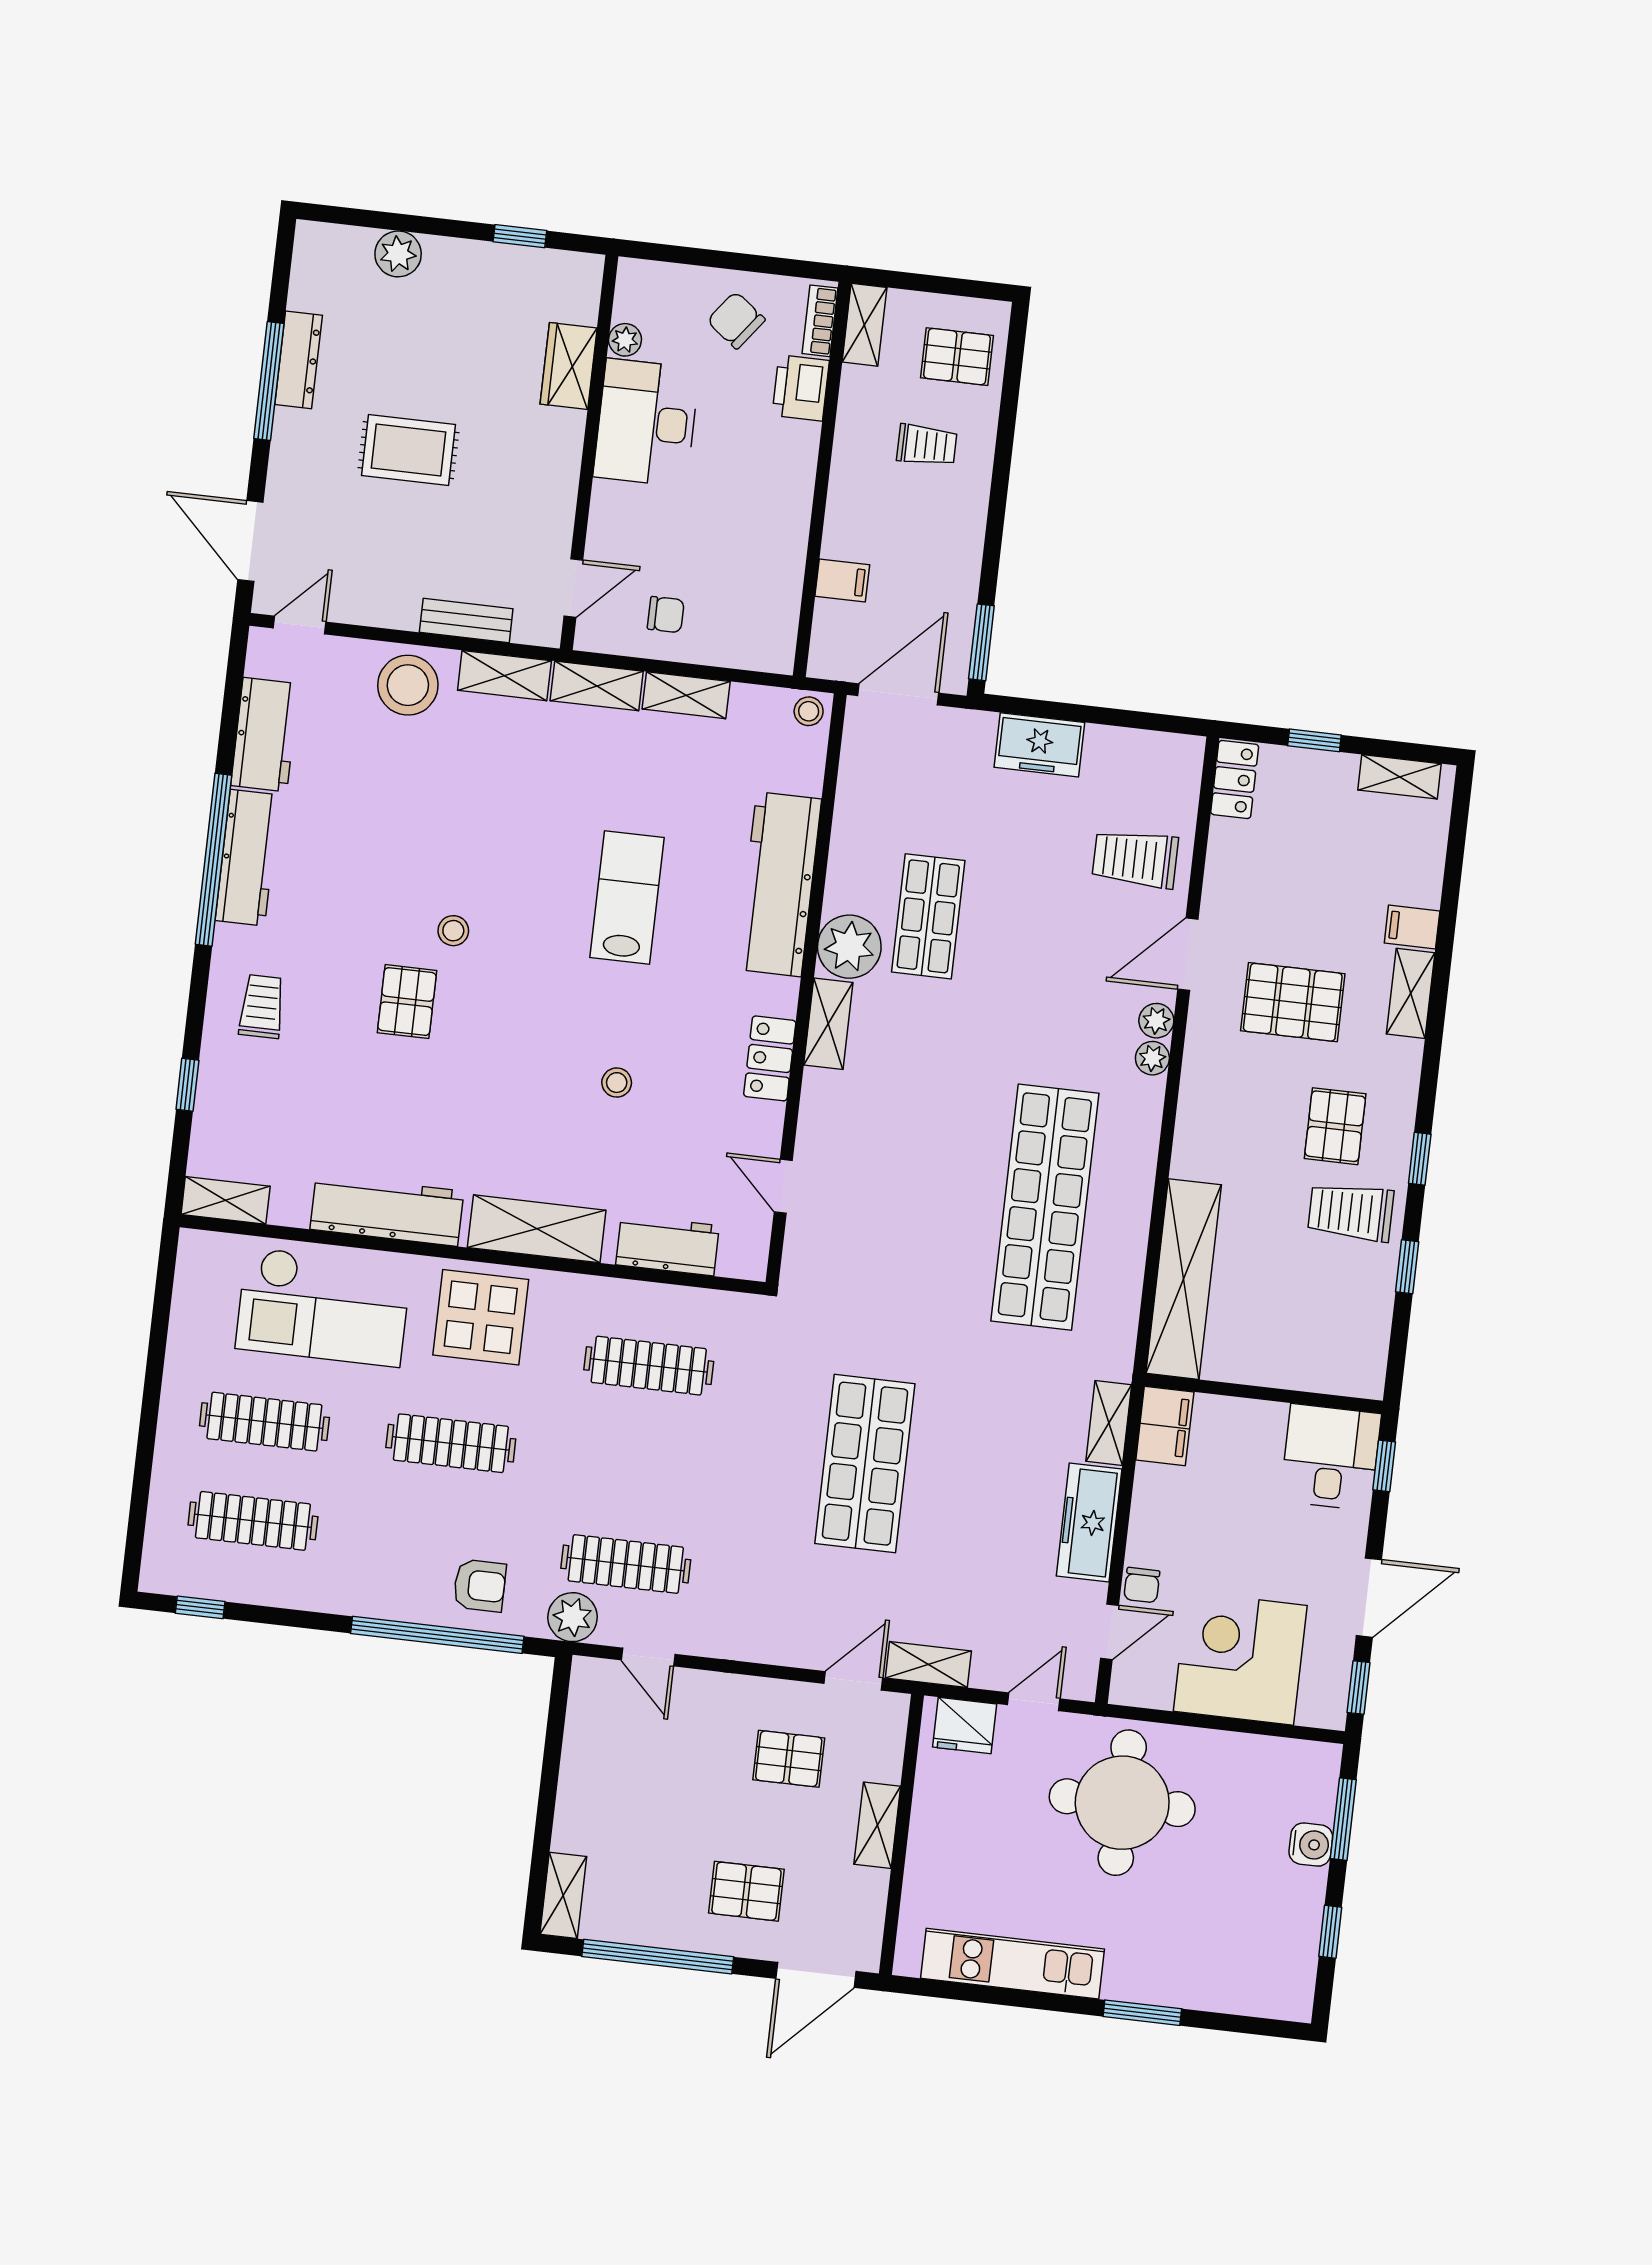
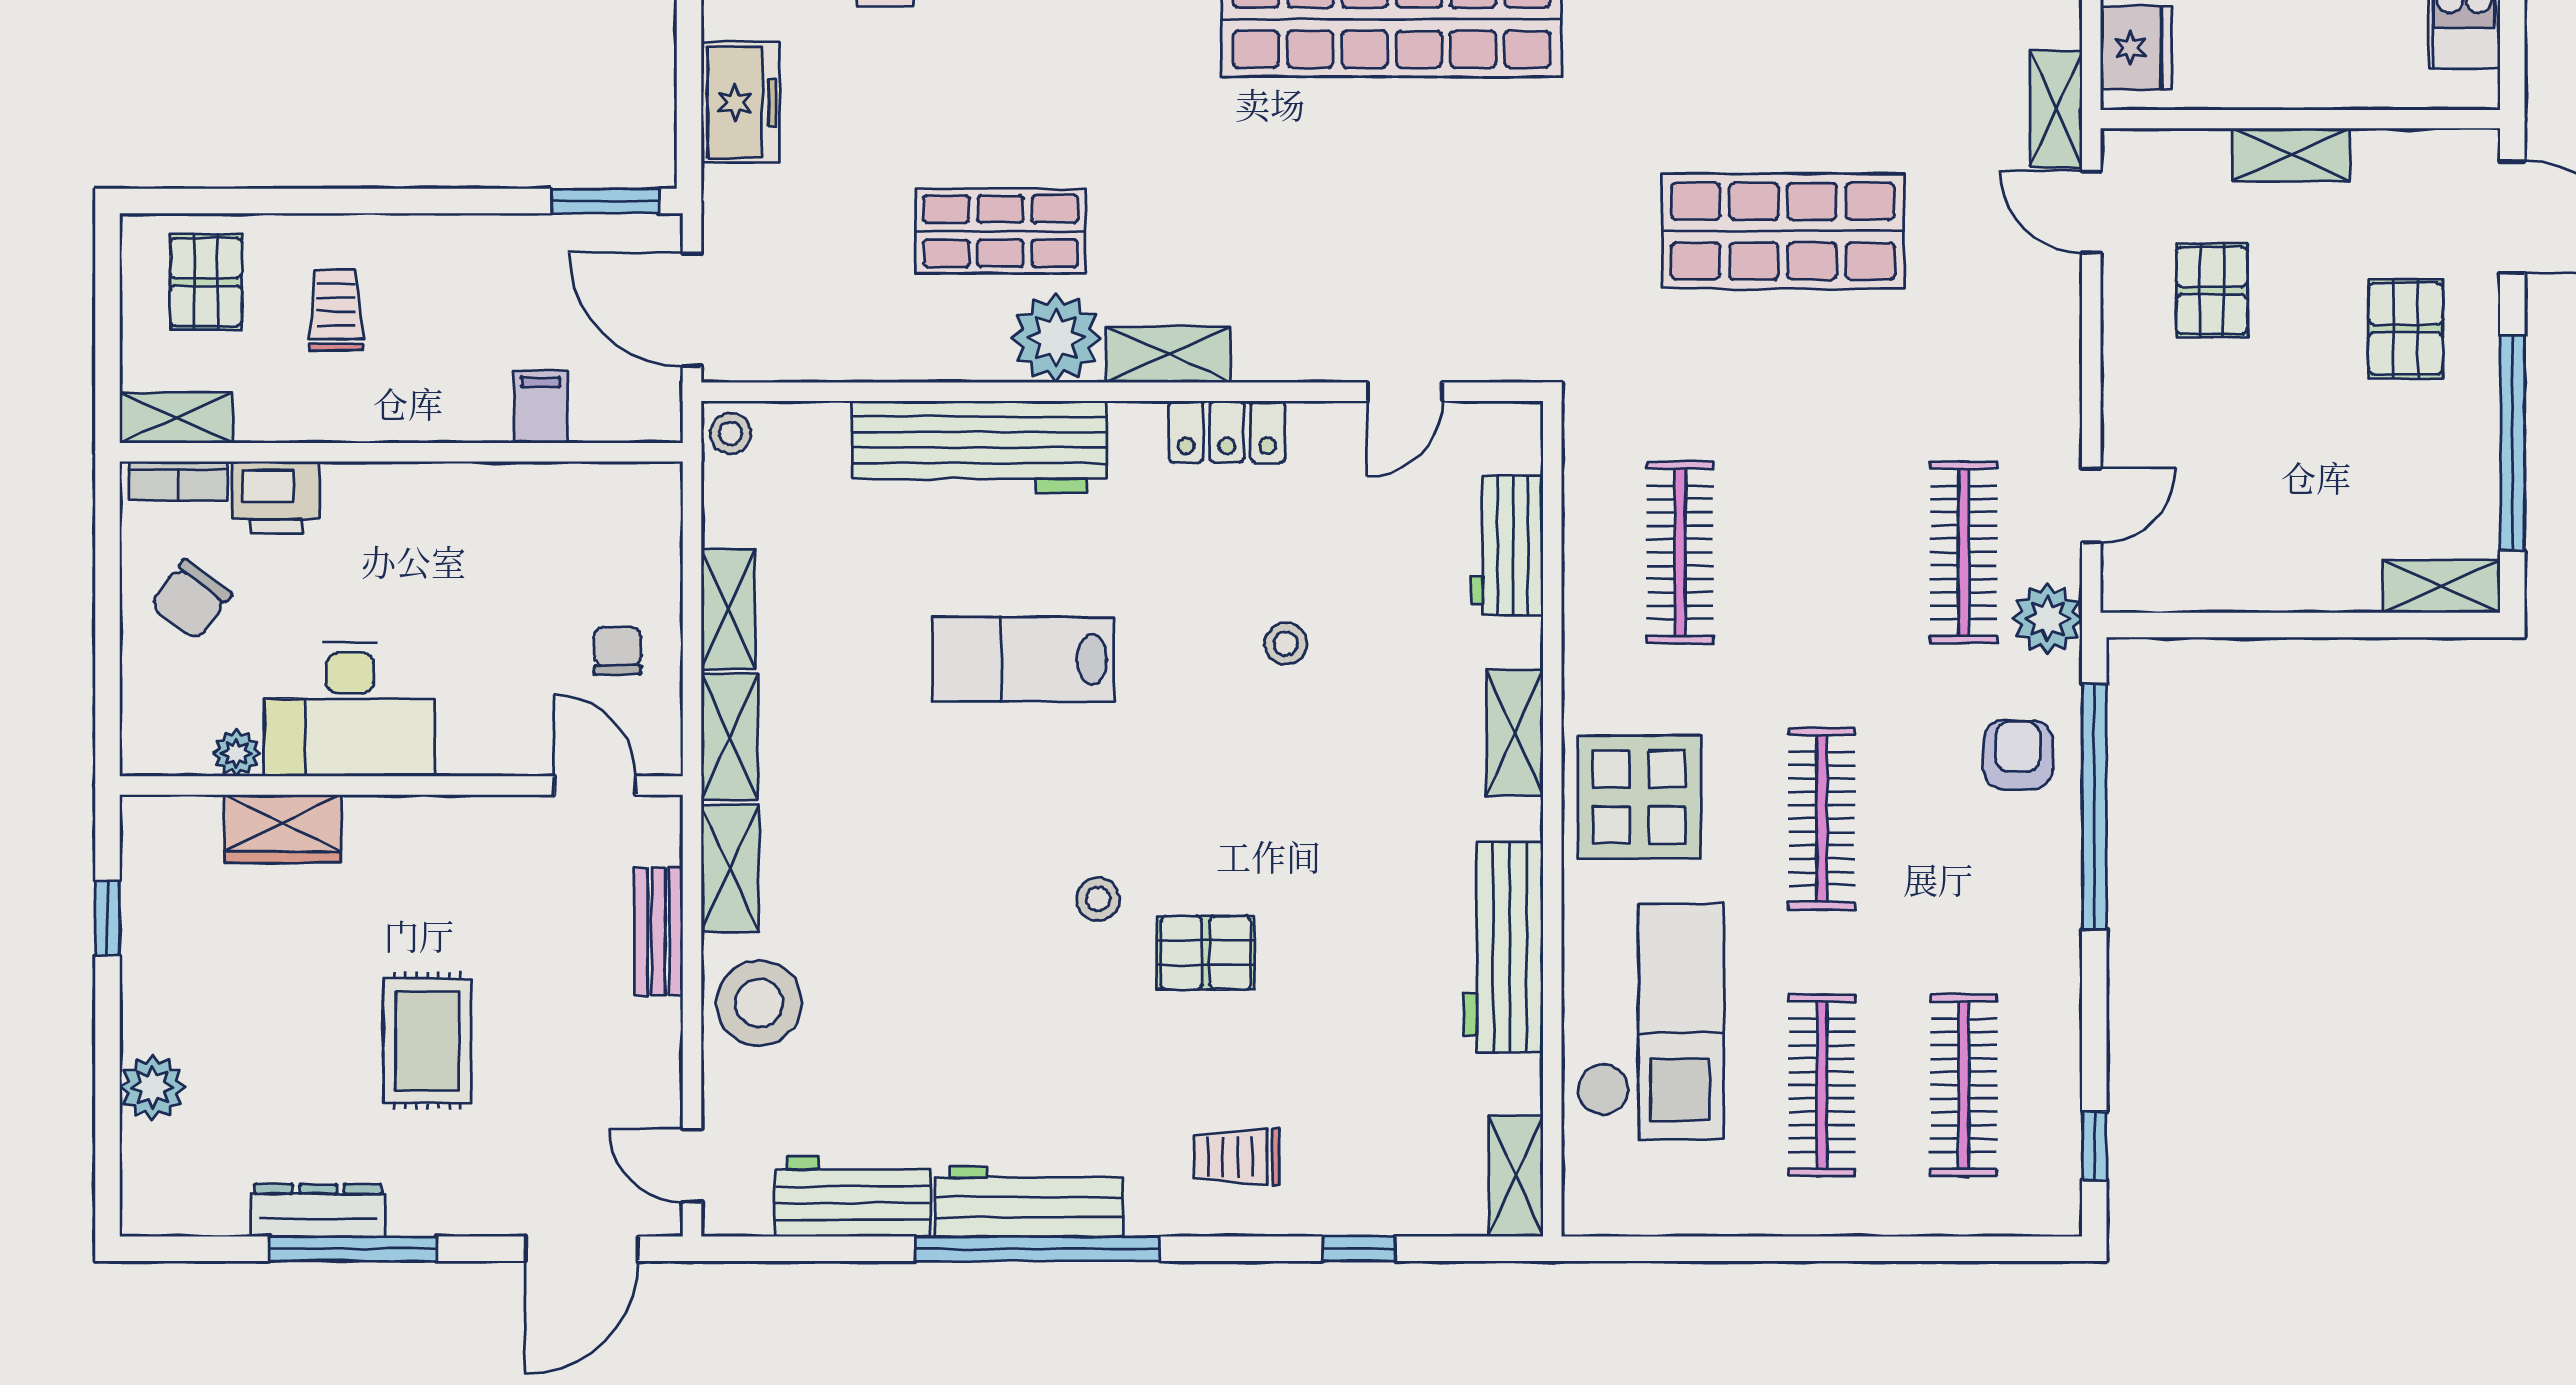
shelving: (537, 1229) -> (1515, 733), width x0.67, depth x0.75

